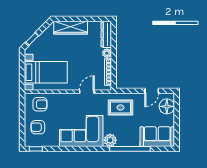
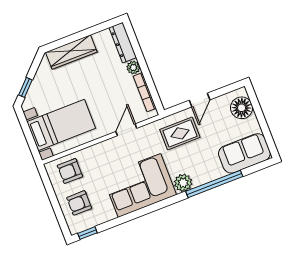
door: (152, 91) -> (200, 100), moved
armchair: (40, 104) -> (70, 171), turned 180

